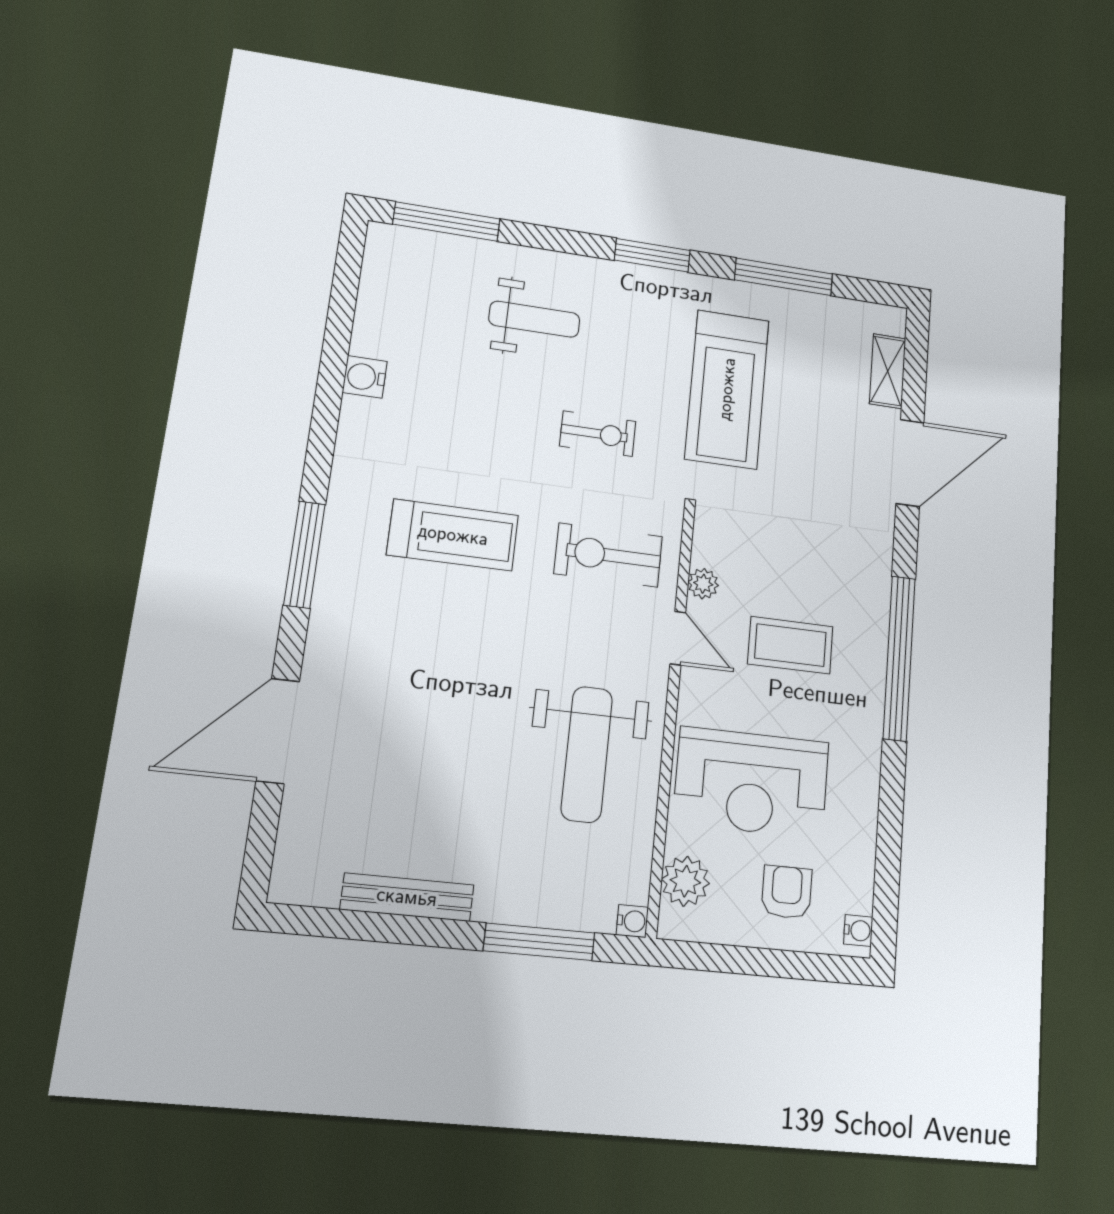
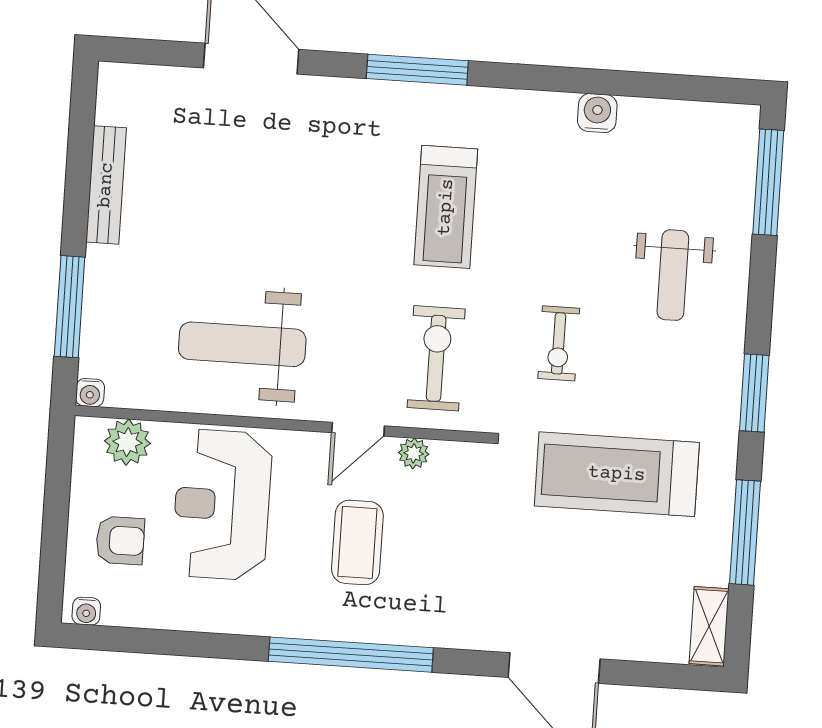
shelving: (888, 371) -> (709, 626), moved, turned 90

